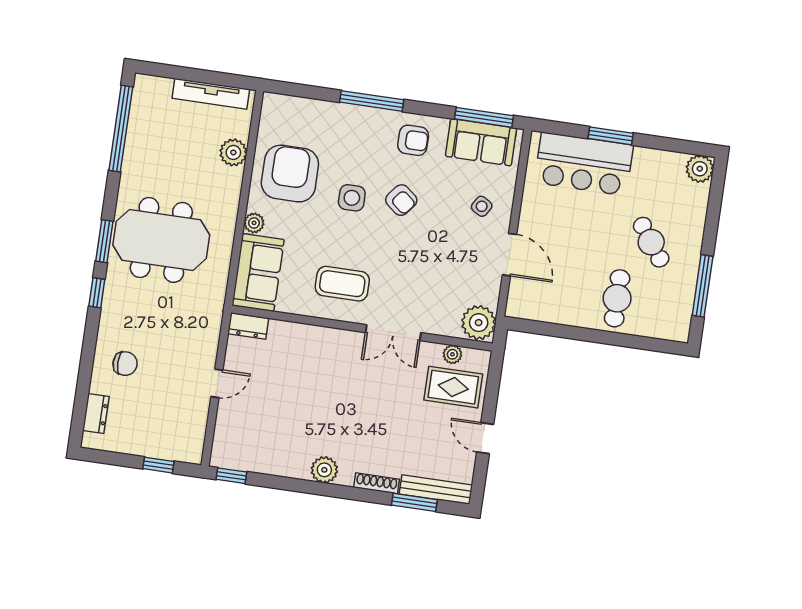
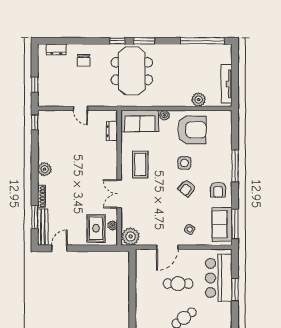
meeting table: (161, 240) -> (132, 71), moved
cafe table: (617, 298) -> (178, 284), moved
dresser: (248, 326) -> (112, 131), moved
door: (485, 438) -> (59, 248), moved

